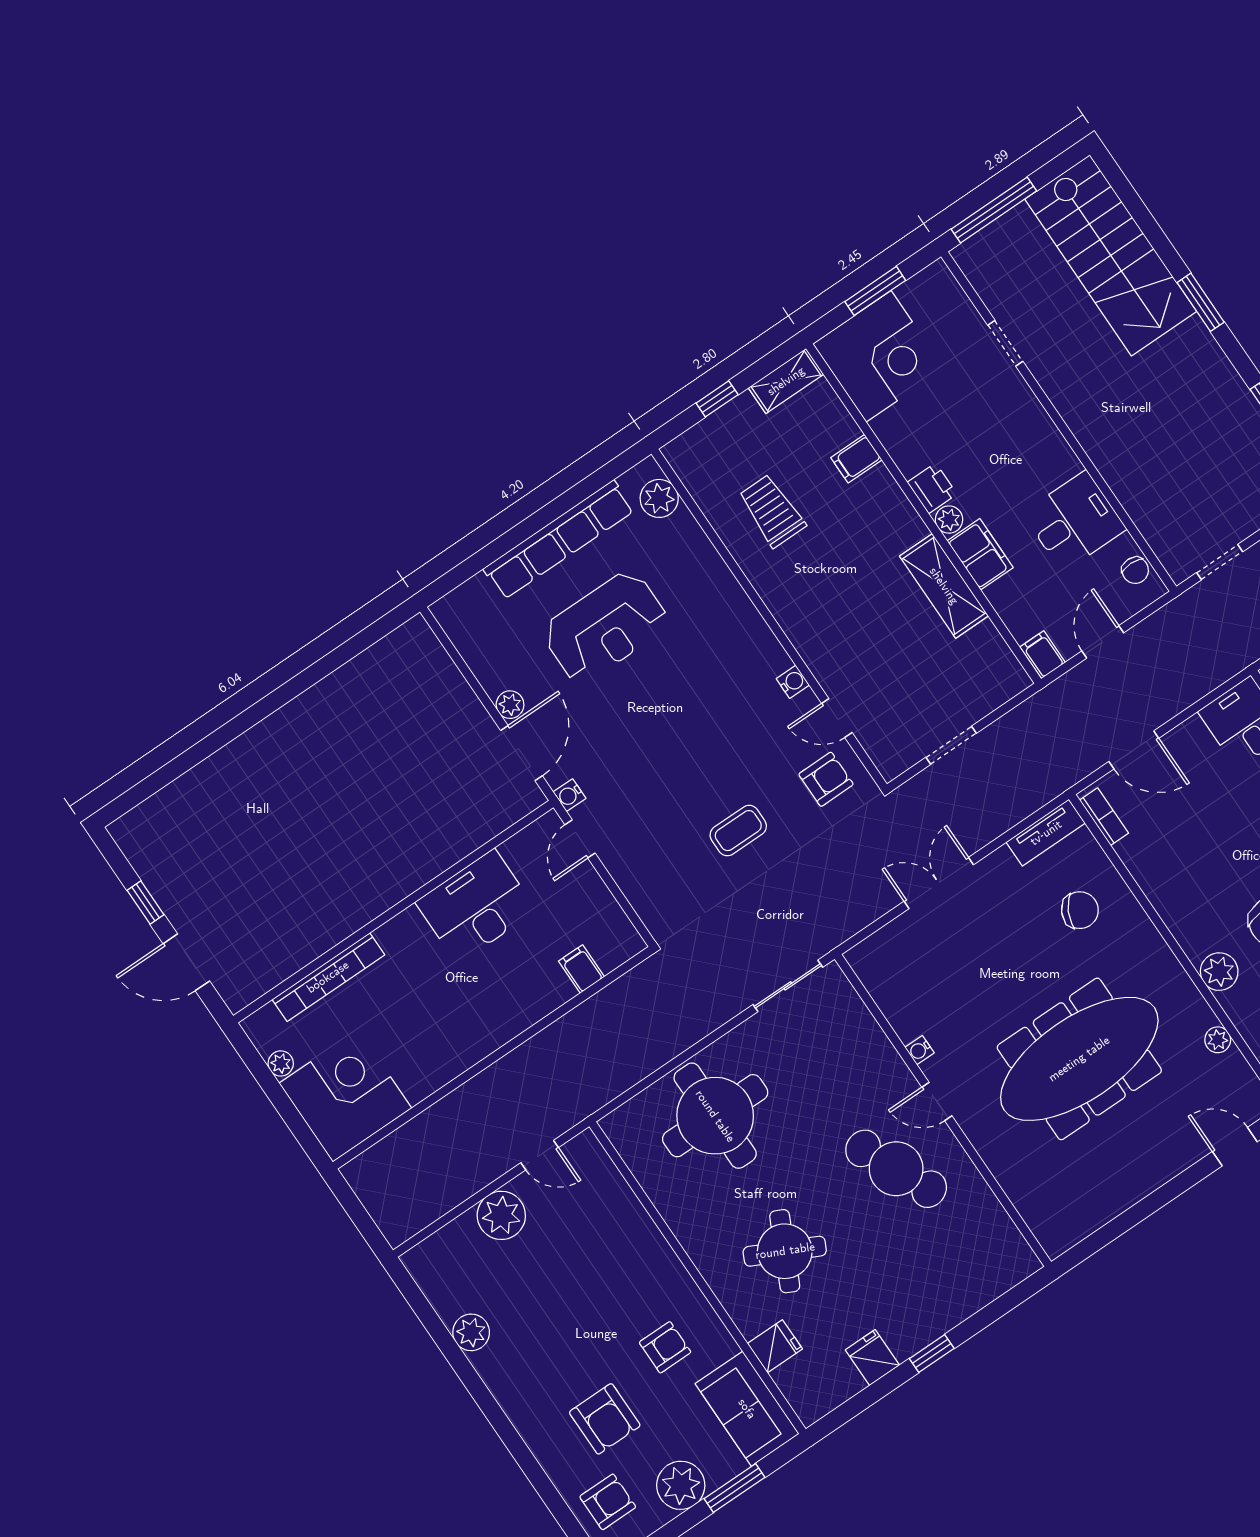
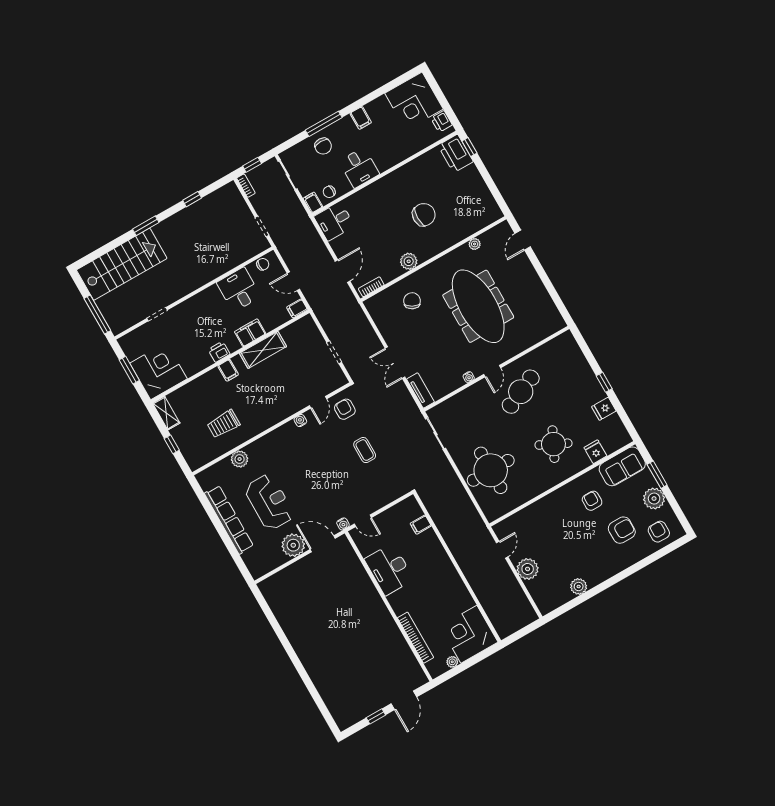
filing cabinet: (856, 459) -> (228, 370), moved
plant: (659, 498) -> (240, 459), moved
plant: (949, 520) -> (234, 345), removed
plant: (510, 705) -> (293, 545), width x1.88, depth x1.88
tv unit: (1046, 833) -> (420, 390), moved
plant: (1219, 972) -> (409, 261), moved

